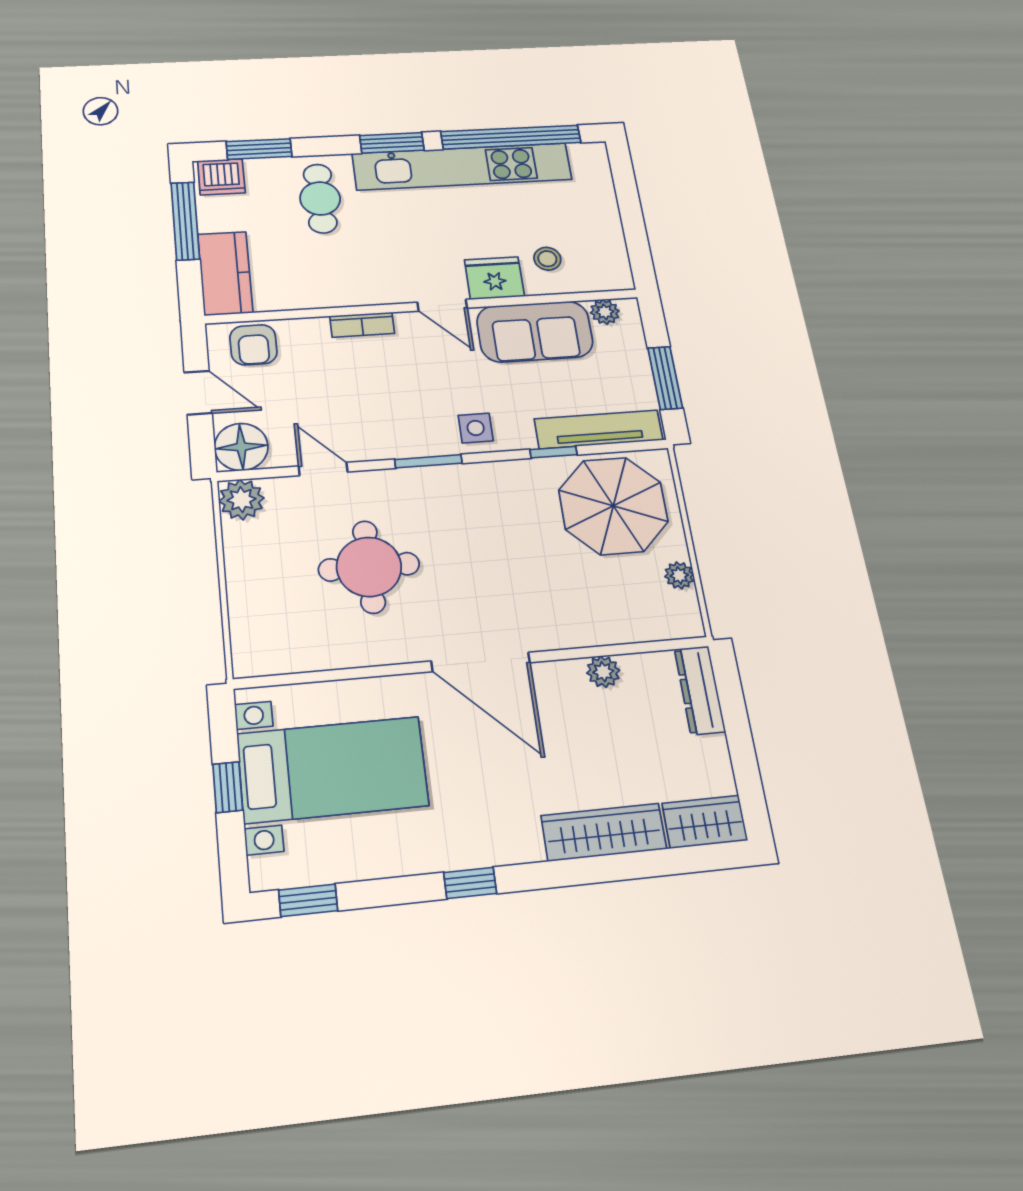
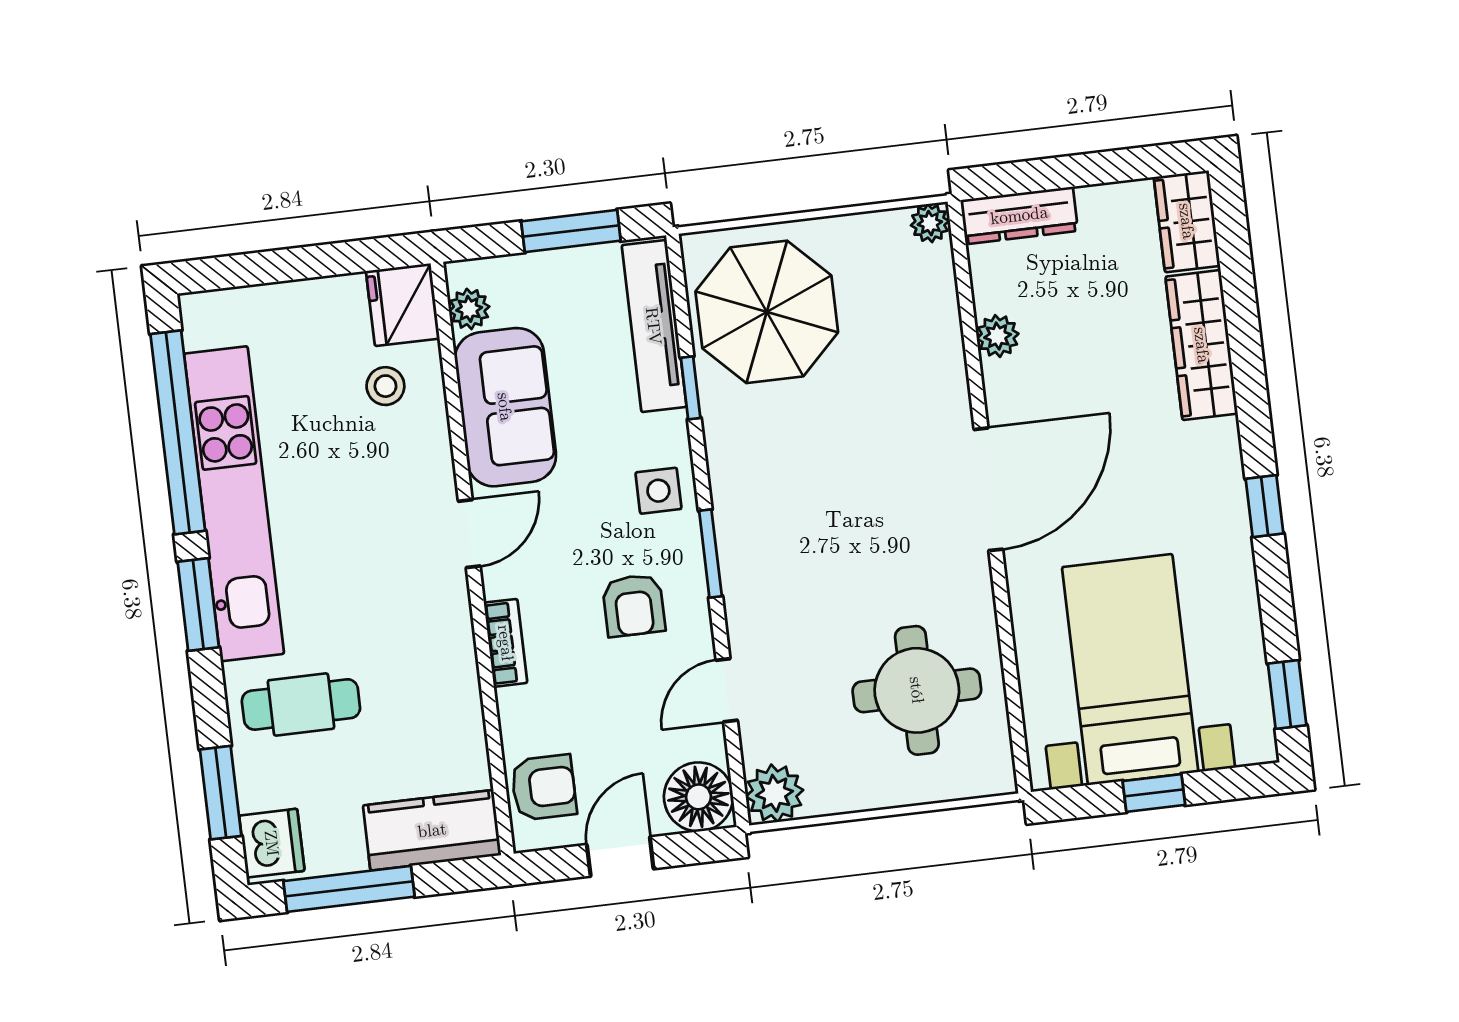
fridge: (494, 278) -> (403, 305), moved
armchair: (389, 408) -> (634, 605), added
round table: (369, 567) -> (917, 690), moved
plant: (679, 575) -> (930, 223), moved

